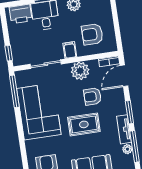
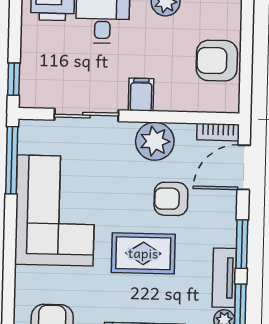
armchair: (92, 34) -> (217, 61), moved

